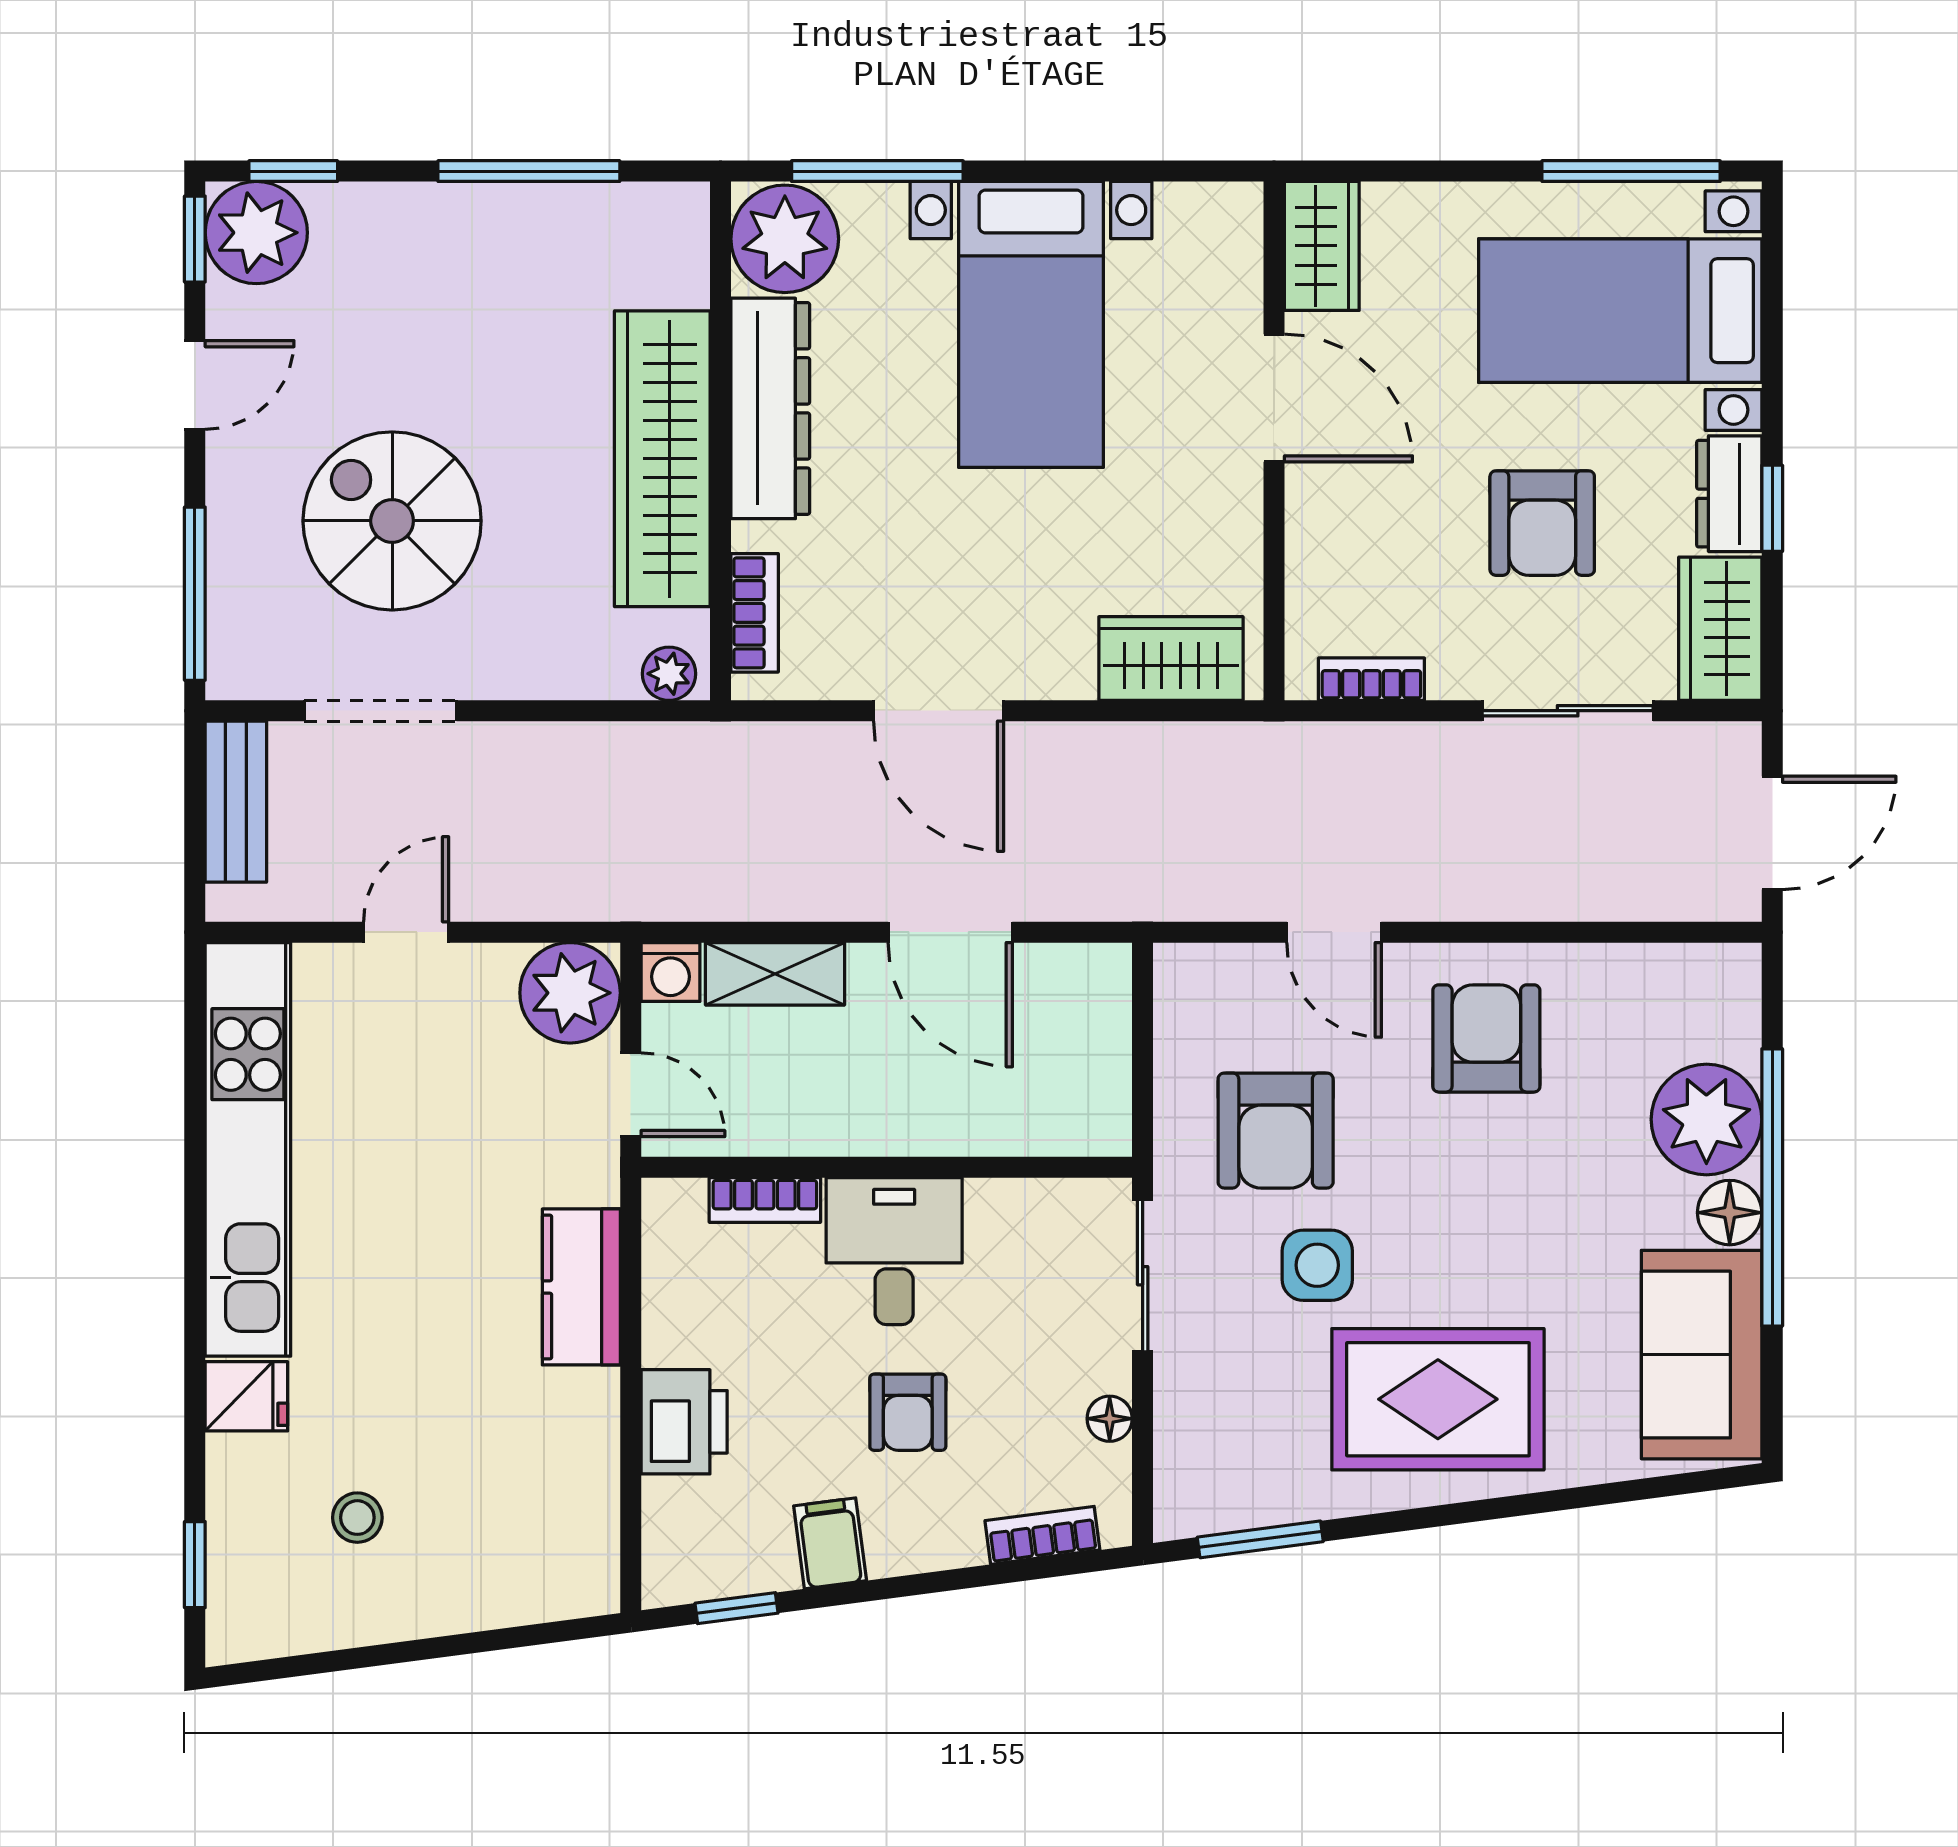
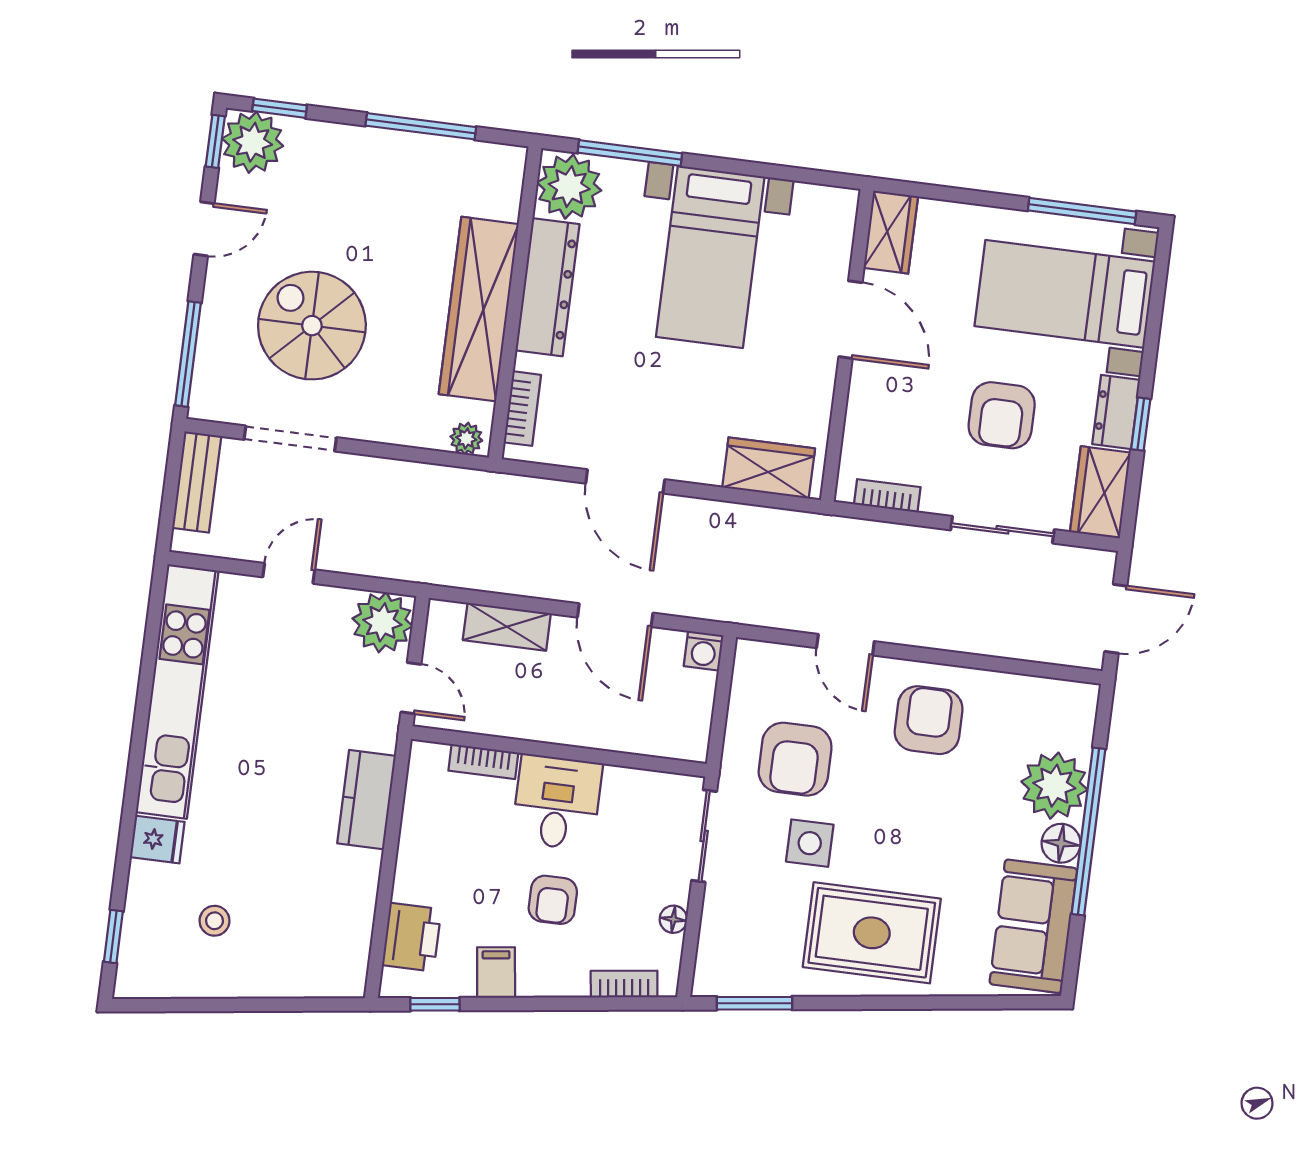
washing machine: (670, 972) -> (704, 651), moved
printer: (684, 1422) -> (412, 937), moved

